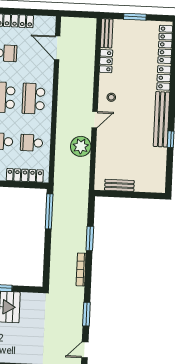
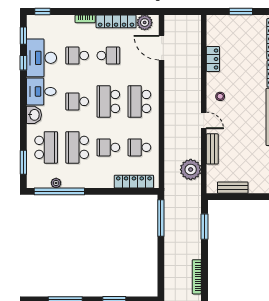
plant: (42, 23) -> (145, 23), added
bench: (107, 33) -> (212, 149), moved
door: (95, 120) -> (204, 120), hinge flipped
plant: (81, 146) -> (191, 170), moved
window: (90, 238) -> (204, 227), moved

